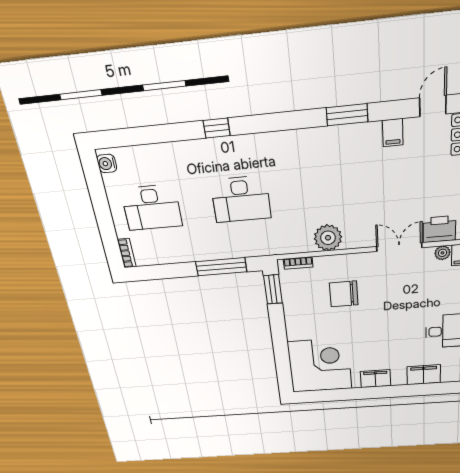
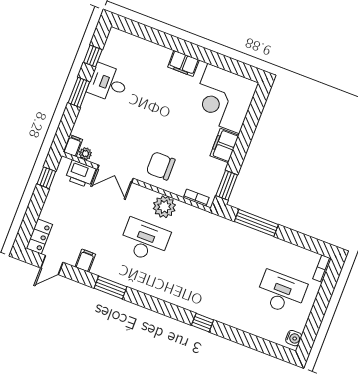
desk: (241, 199) -> (145, 240), moved
chair: (344, 294) -> (161, 166), moved, turned 180
filing cabinet: (424, 375) -> (224, 145), moved, turned 90

